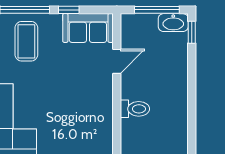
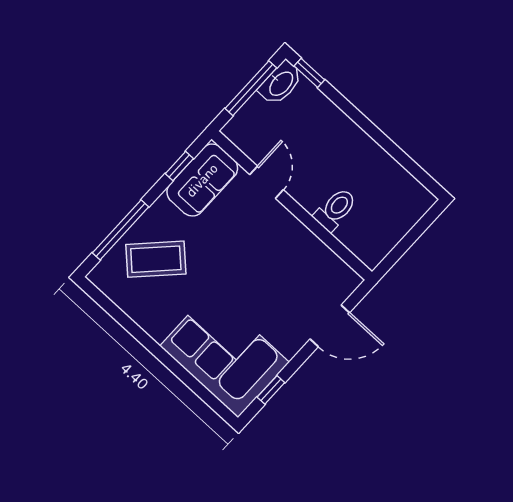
window: (69, 10) -> (179, 166), moved
coffee table: (26, 41) -> (156, 259), turned -46

